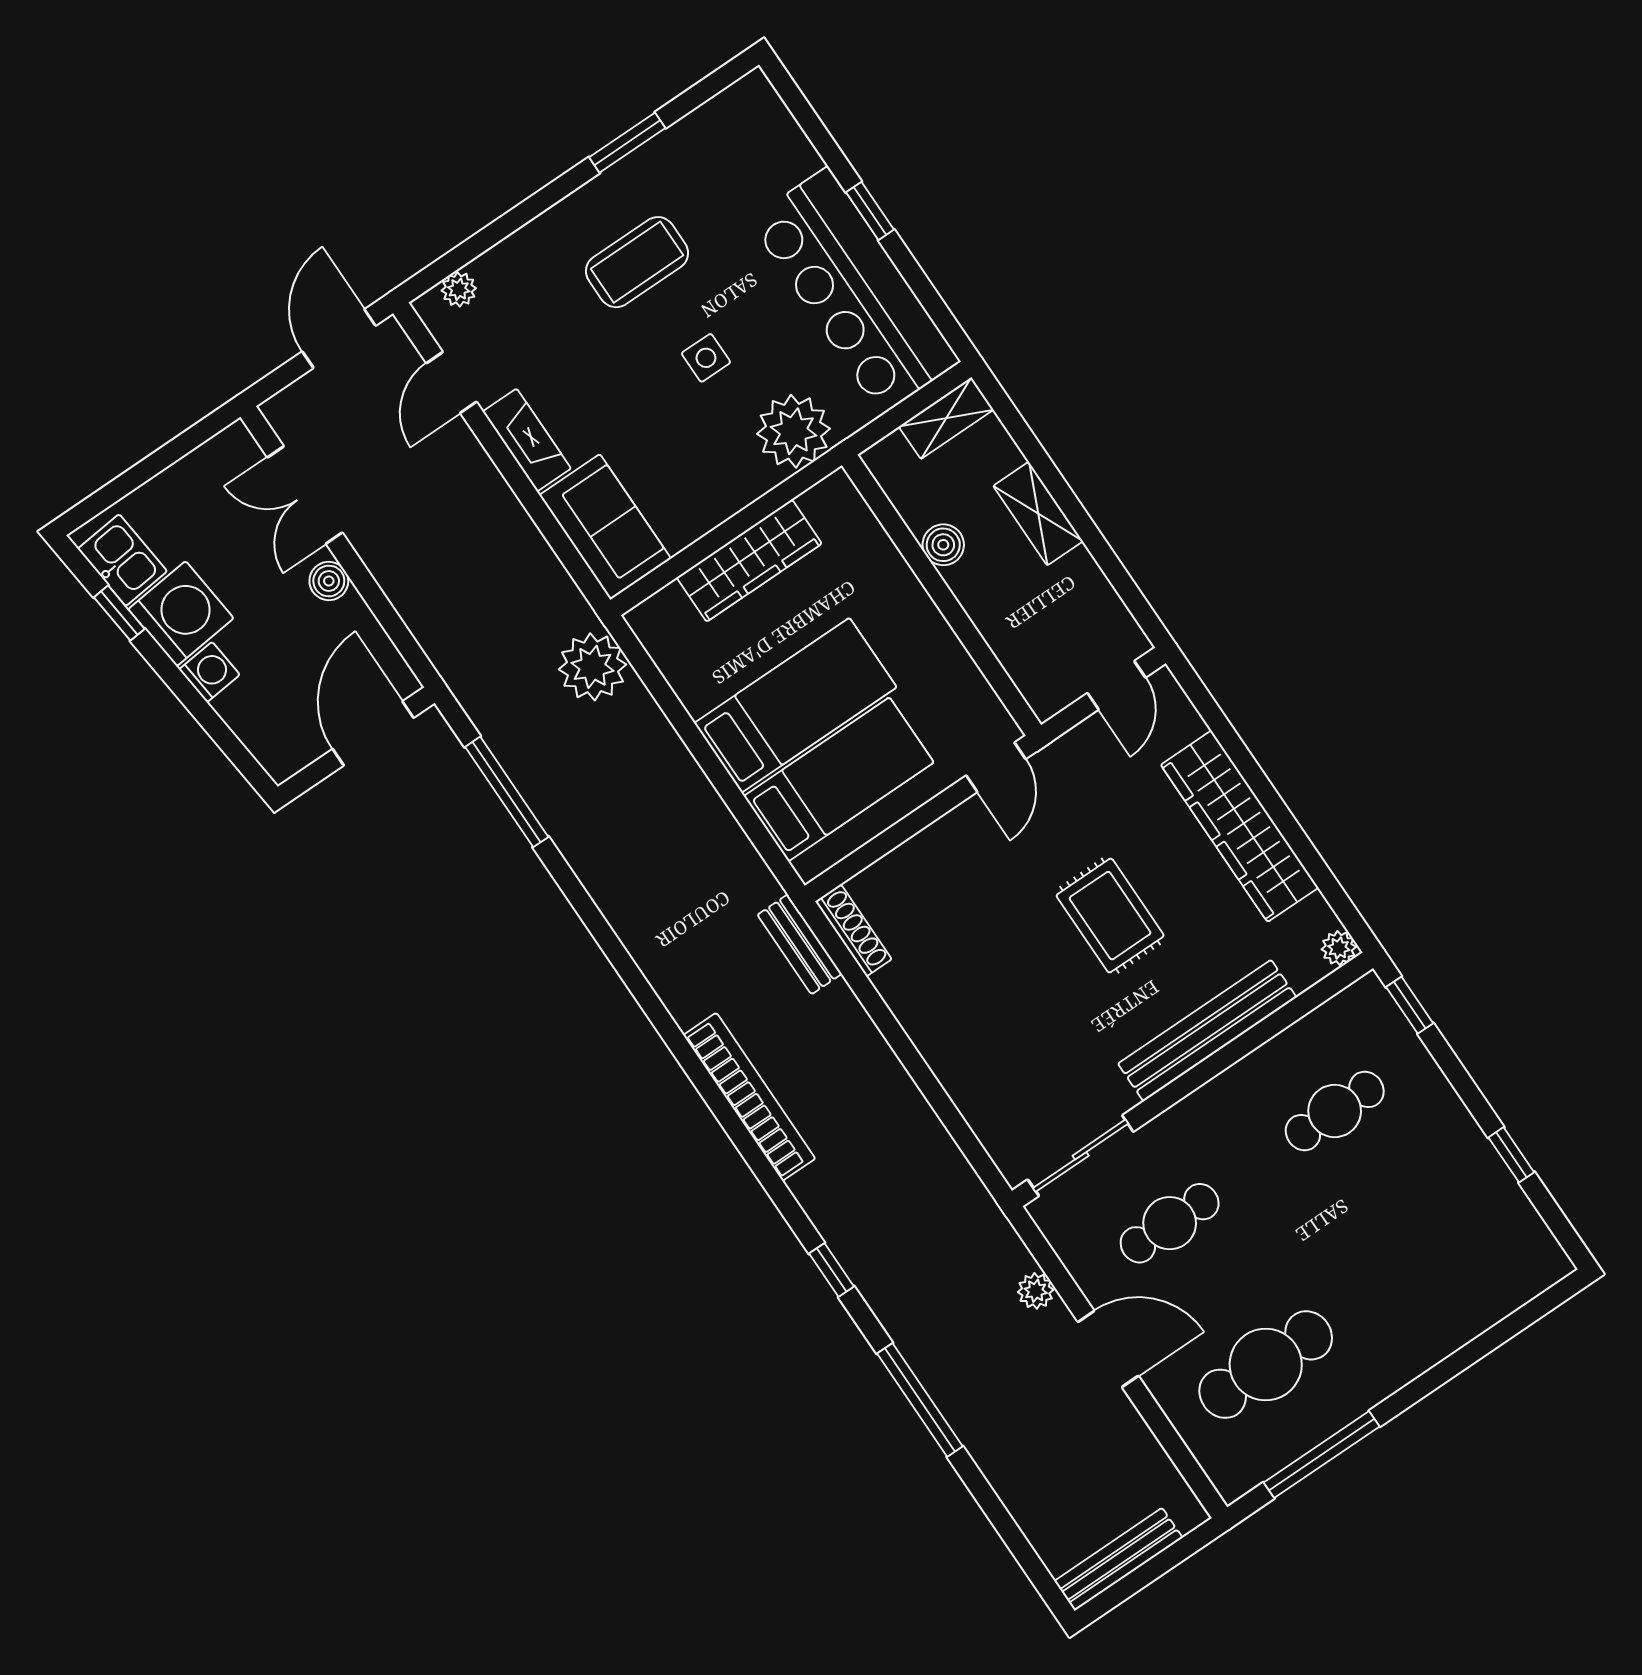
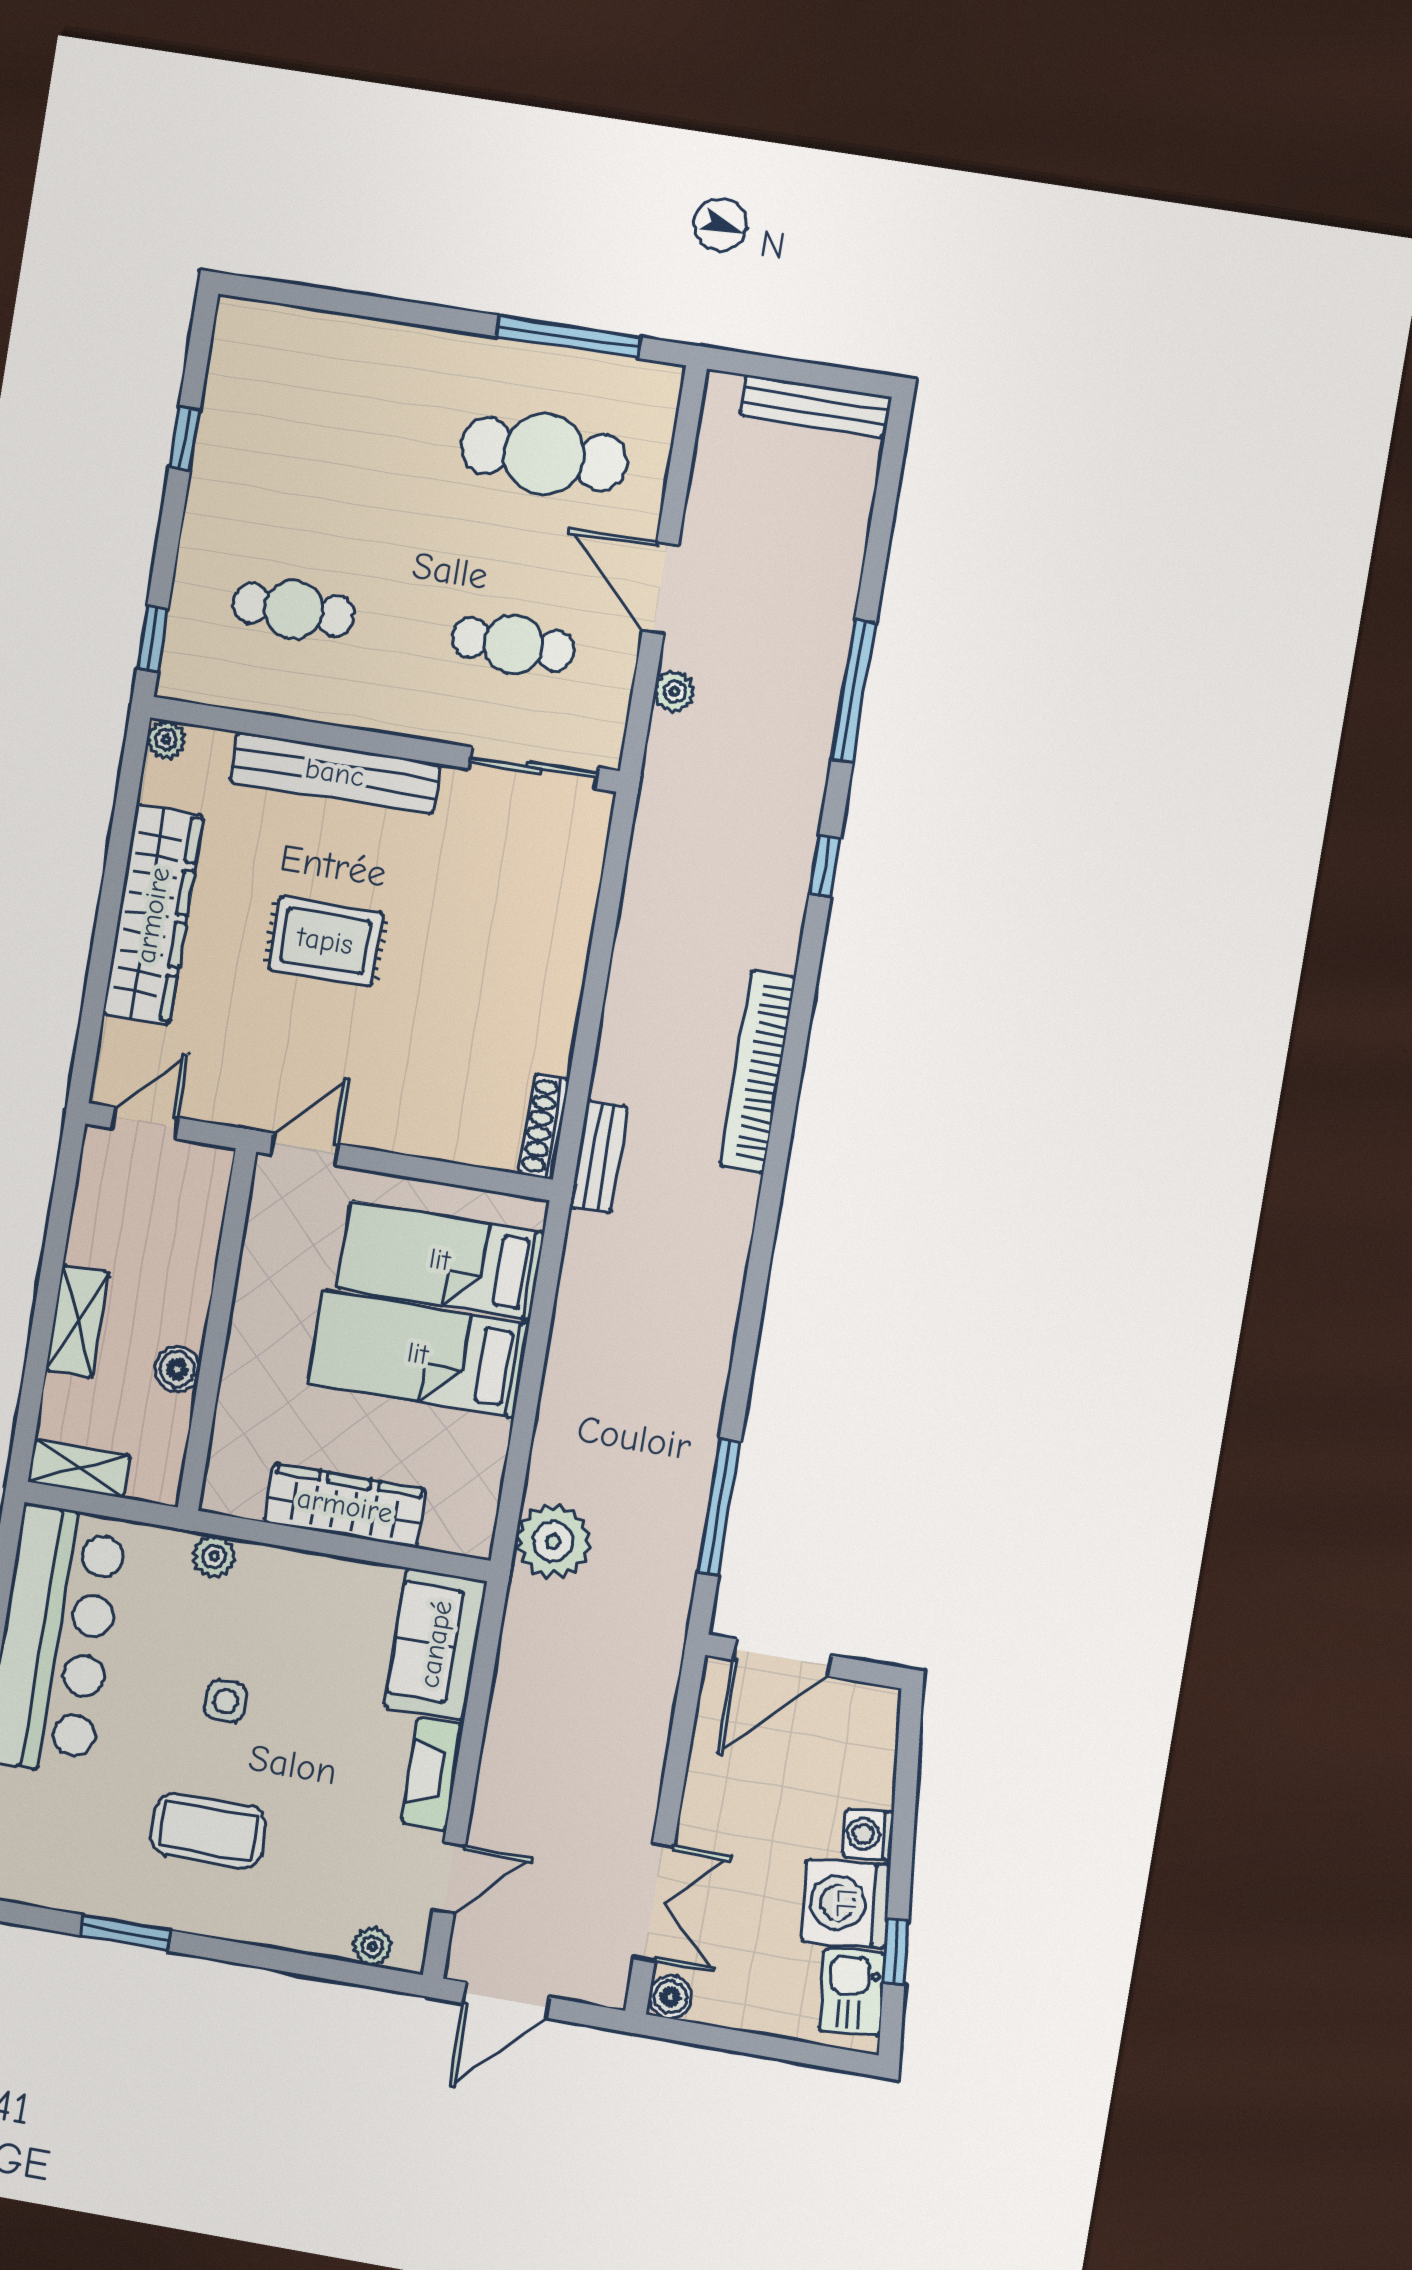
plant: (794, 431) -> (214, 1556), width x0.53, depth x0.53
boiler: (329, 581) -> (670, 1997), moved
rug: (1110, 916) -> (325, 941), turned 90

